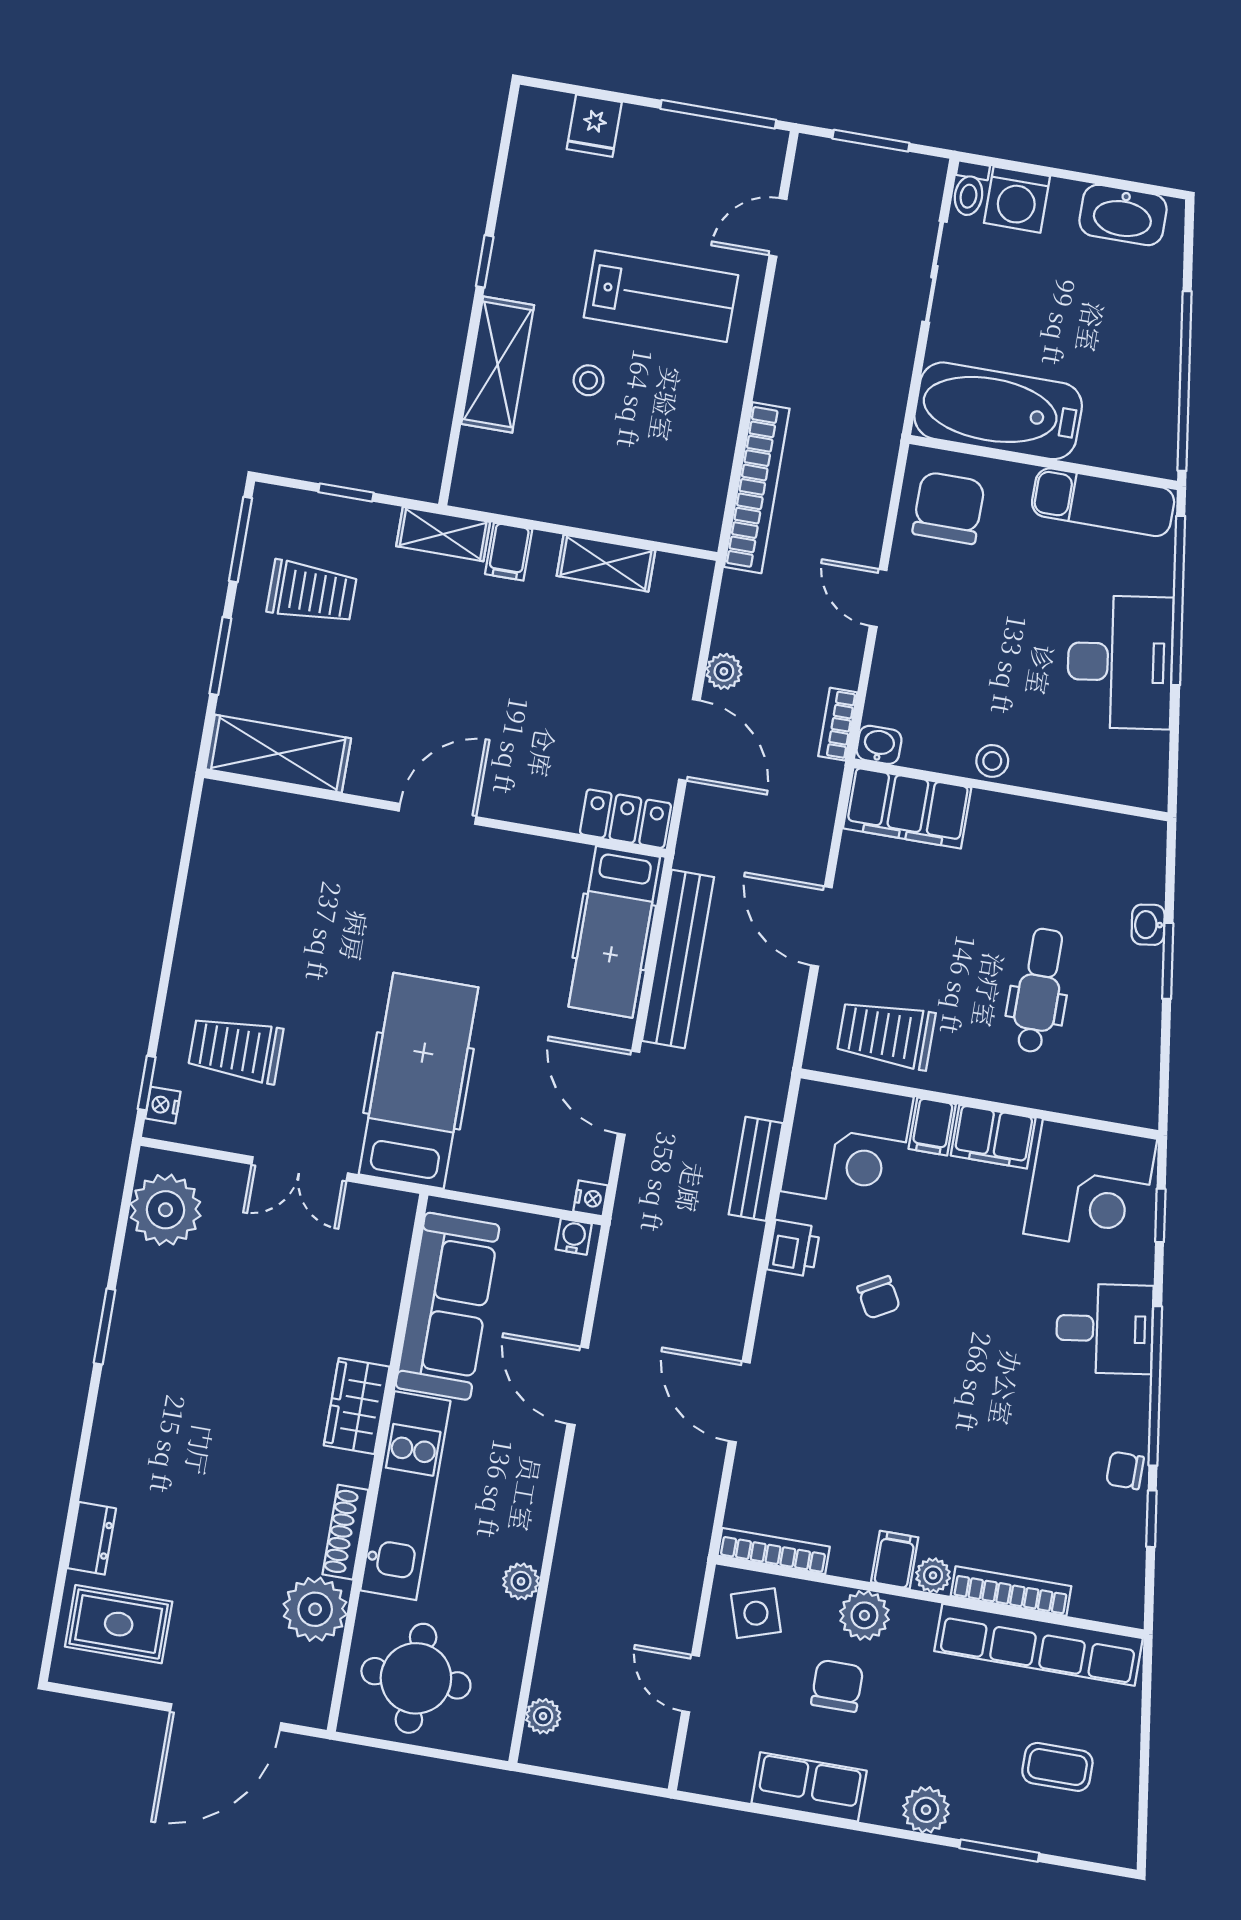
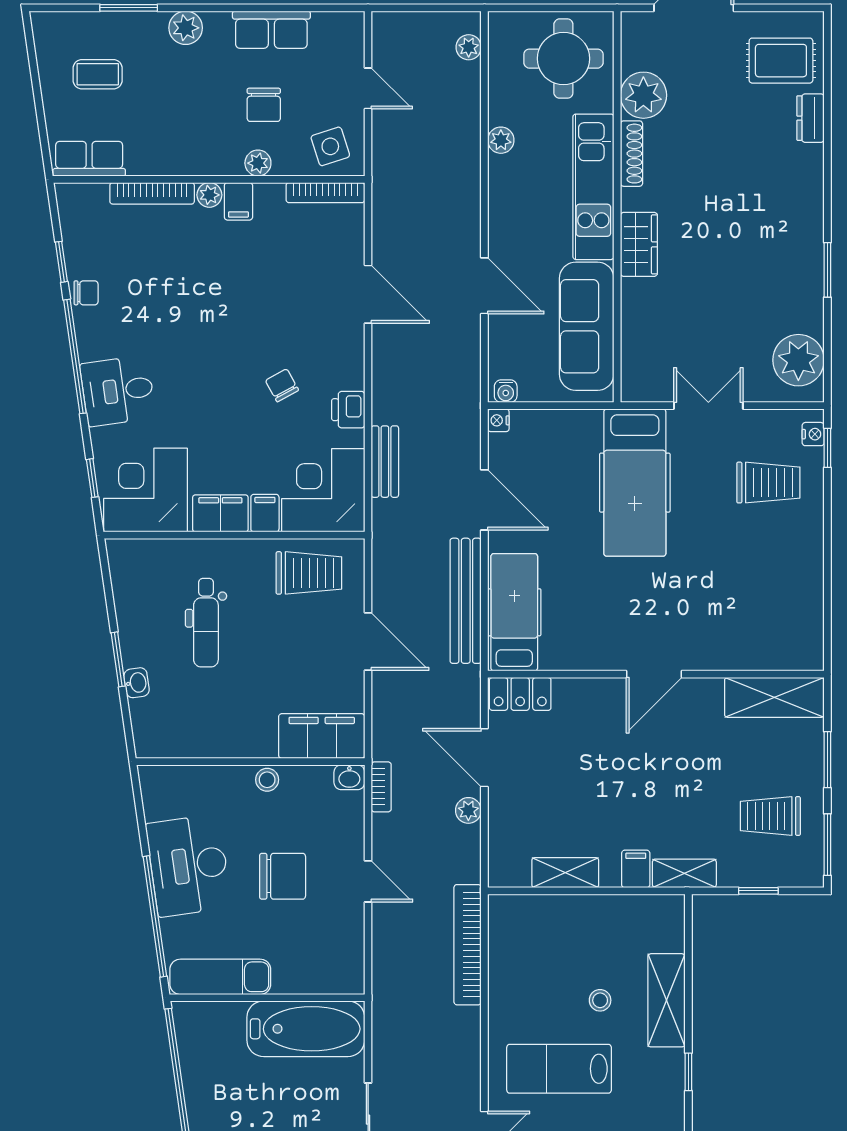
chair: (949, 508) -> (283, 876), moved, turned -90
plant: (864, 1615) -> (258, 163), width x0.73, depth x0.73
row of seats: (1038, 1645) -> (89, 159), width x0.50

